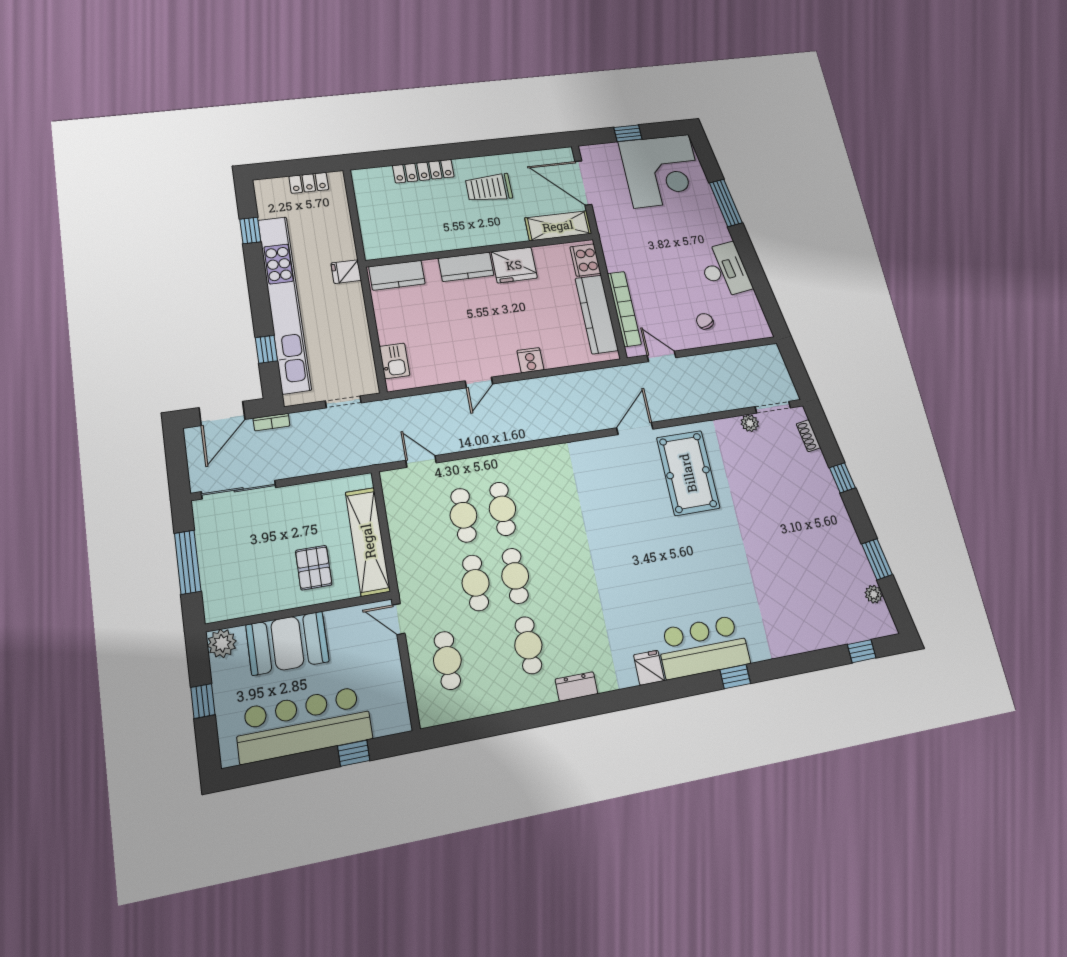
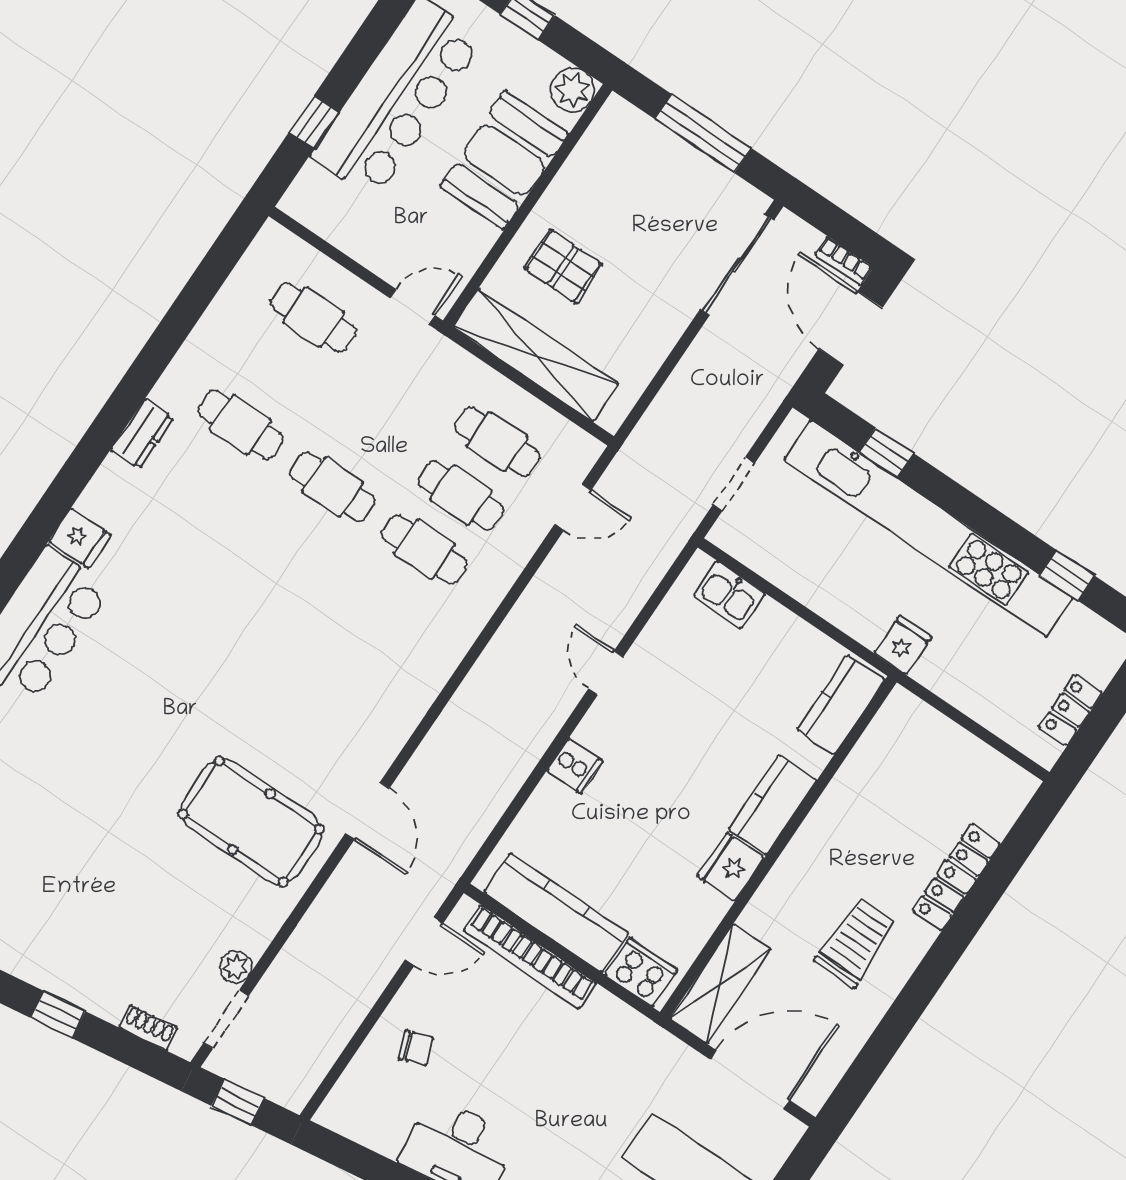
fridge: (514, 265) -> (731, 867), width x0.73, depth x0.75
window: (798, 372) -> (238, 1102), added
bookcase: (271, 422) -> (844, 261), moved, turned -90
cafe table: (476, 583) -> (497, 442), moved

